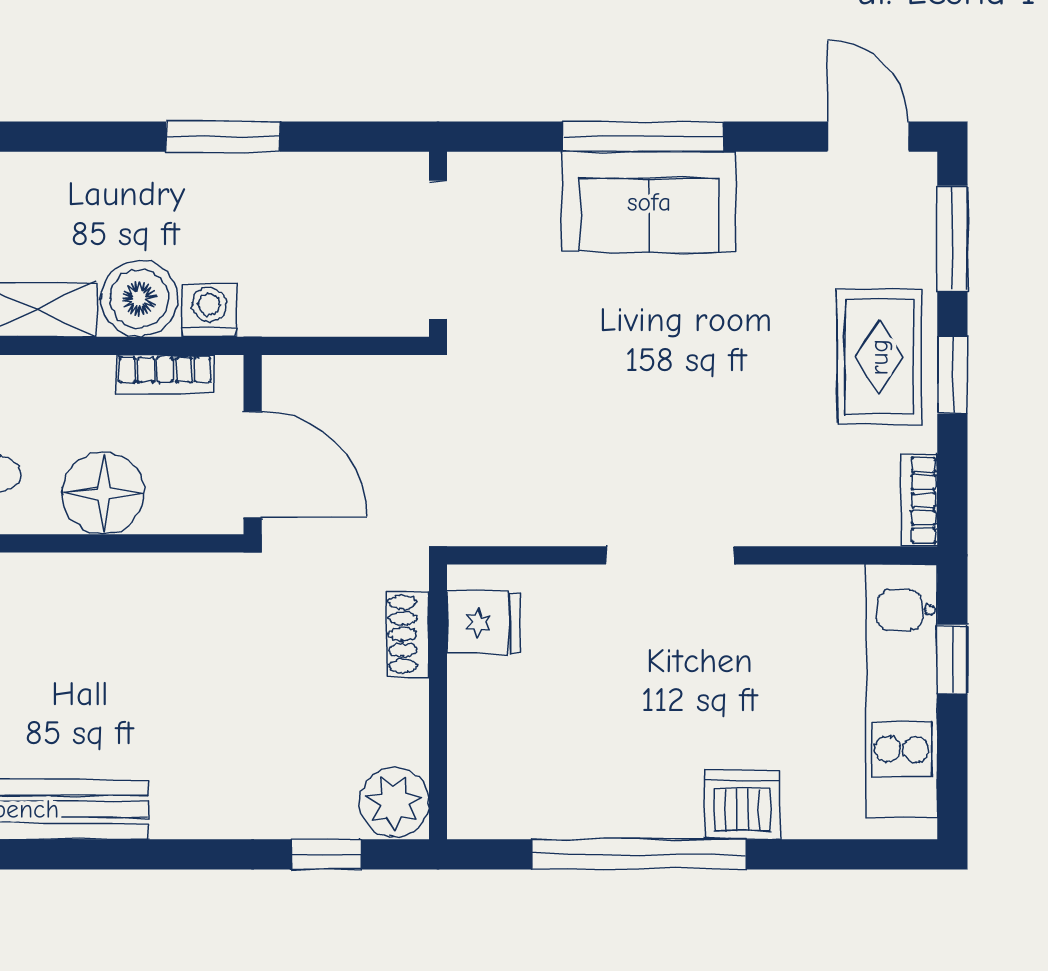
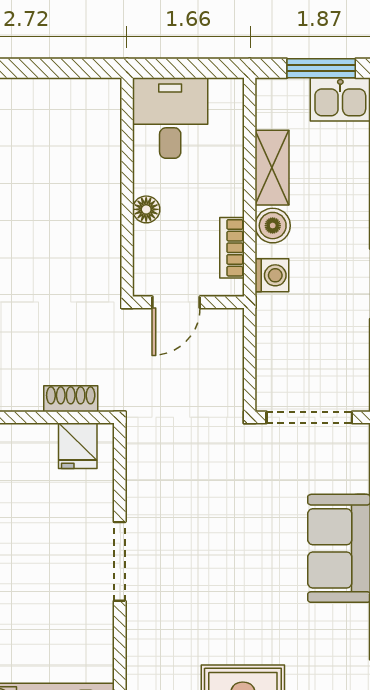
boiler: (139, 299) -> (273, 226), width x0.73, depth x0.73
door: (253, 464) -> (176, 302), width x0.73
floor lamp: (103, 493) -> (146, 209), width x0.53, depth x0.53

